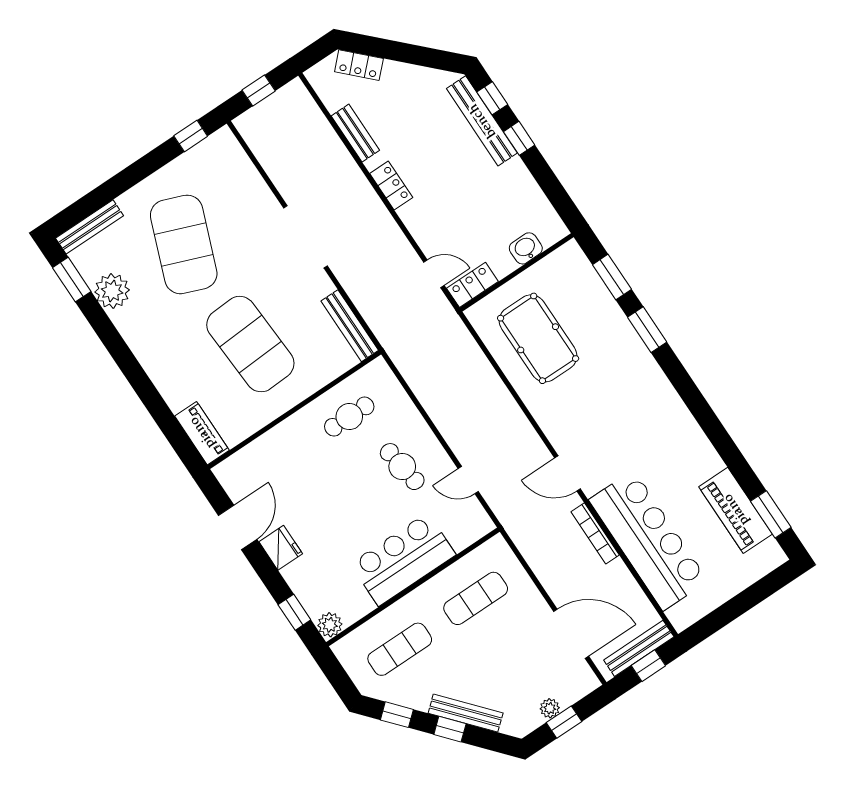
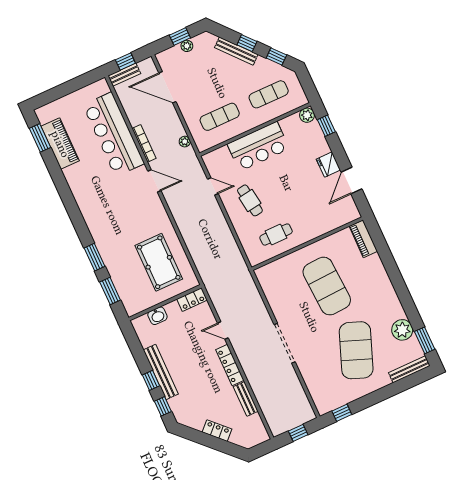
locker: (359, 65) -> (217, 431), moved
bench: (482, 121) -> (161, 372), moved
locker: (391, 186) -> (230, 365), width x1.53
door: (434, 274) -> (223, 331), moved
bench: (350, 326) -> (267, 287), removed
plant: (527, 547) -> (185, 142), added
bench: (639, 648) -> (124, 75), width x0.73

